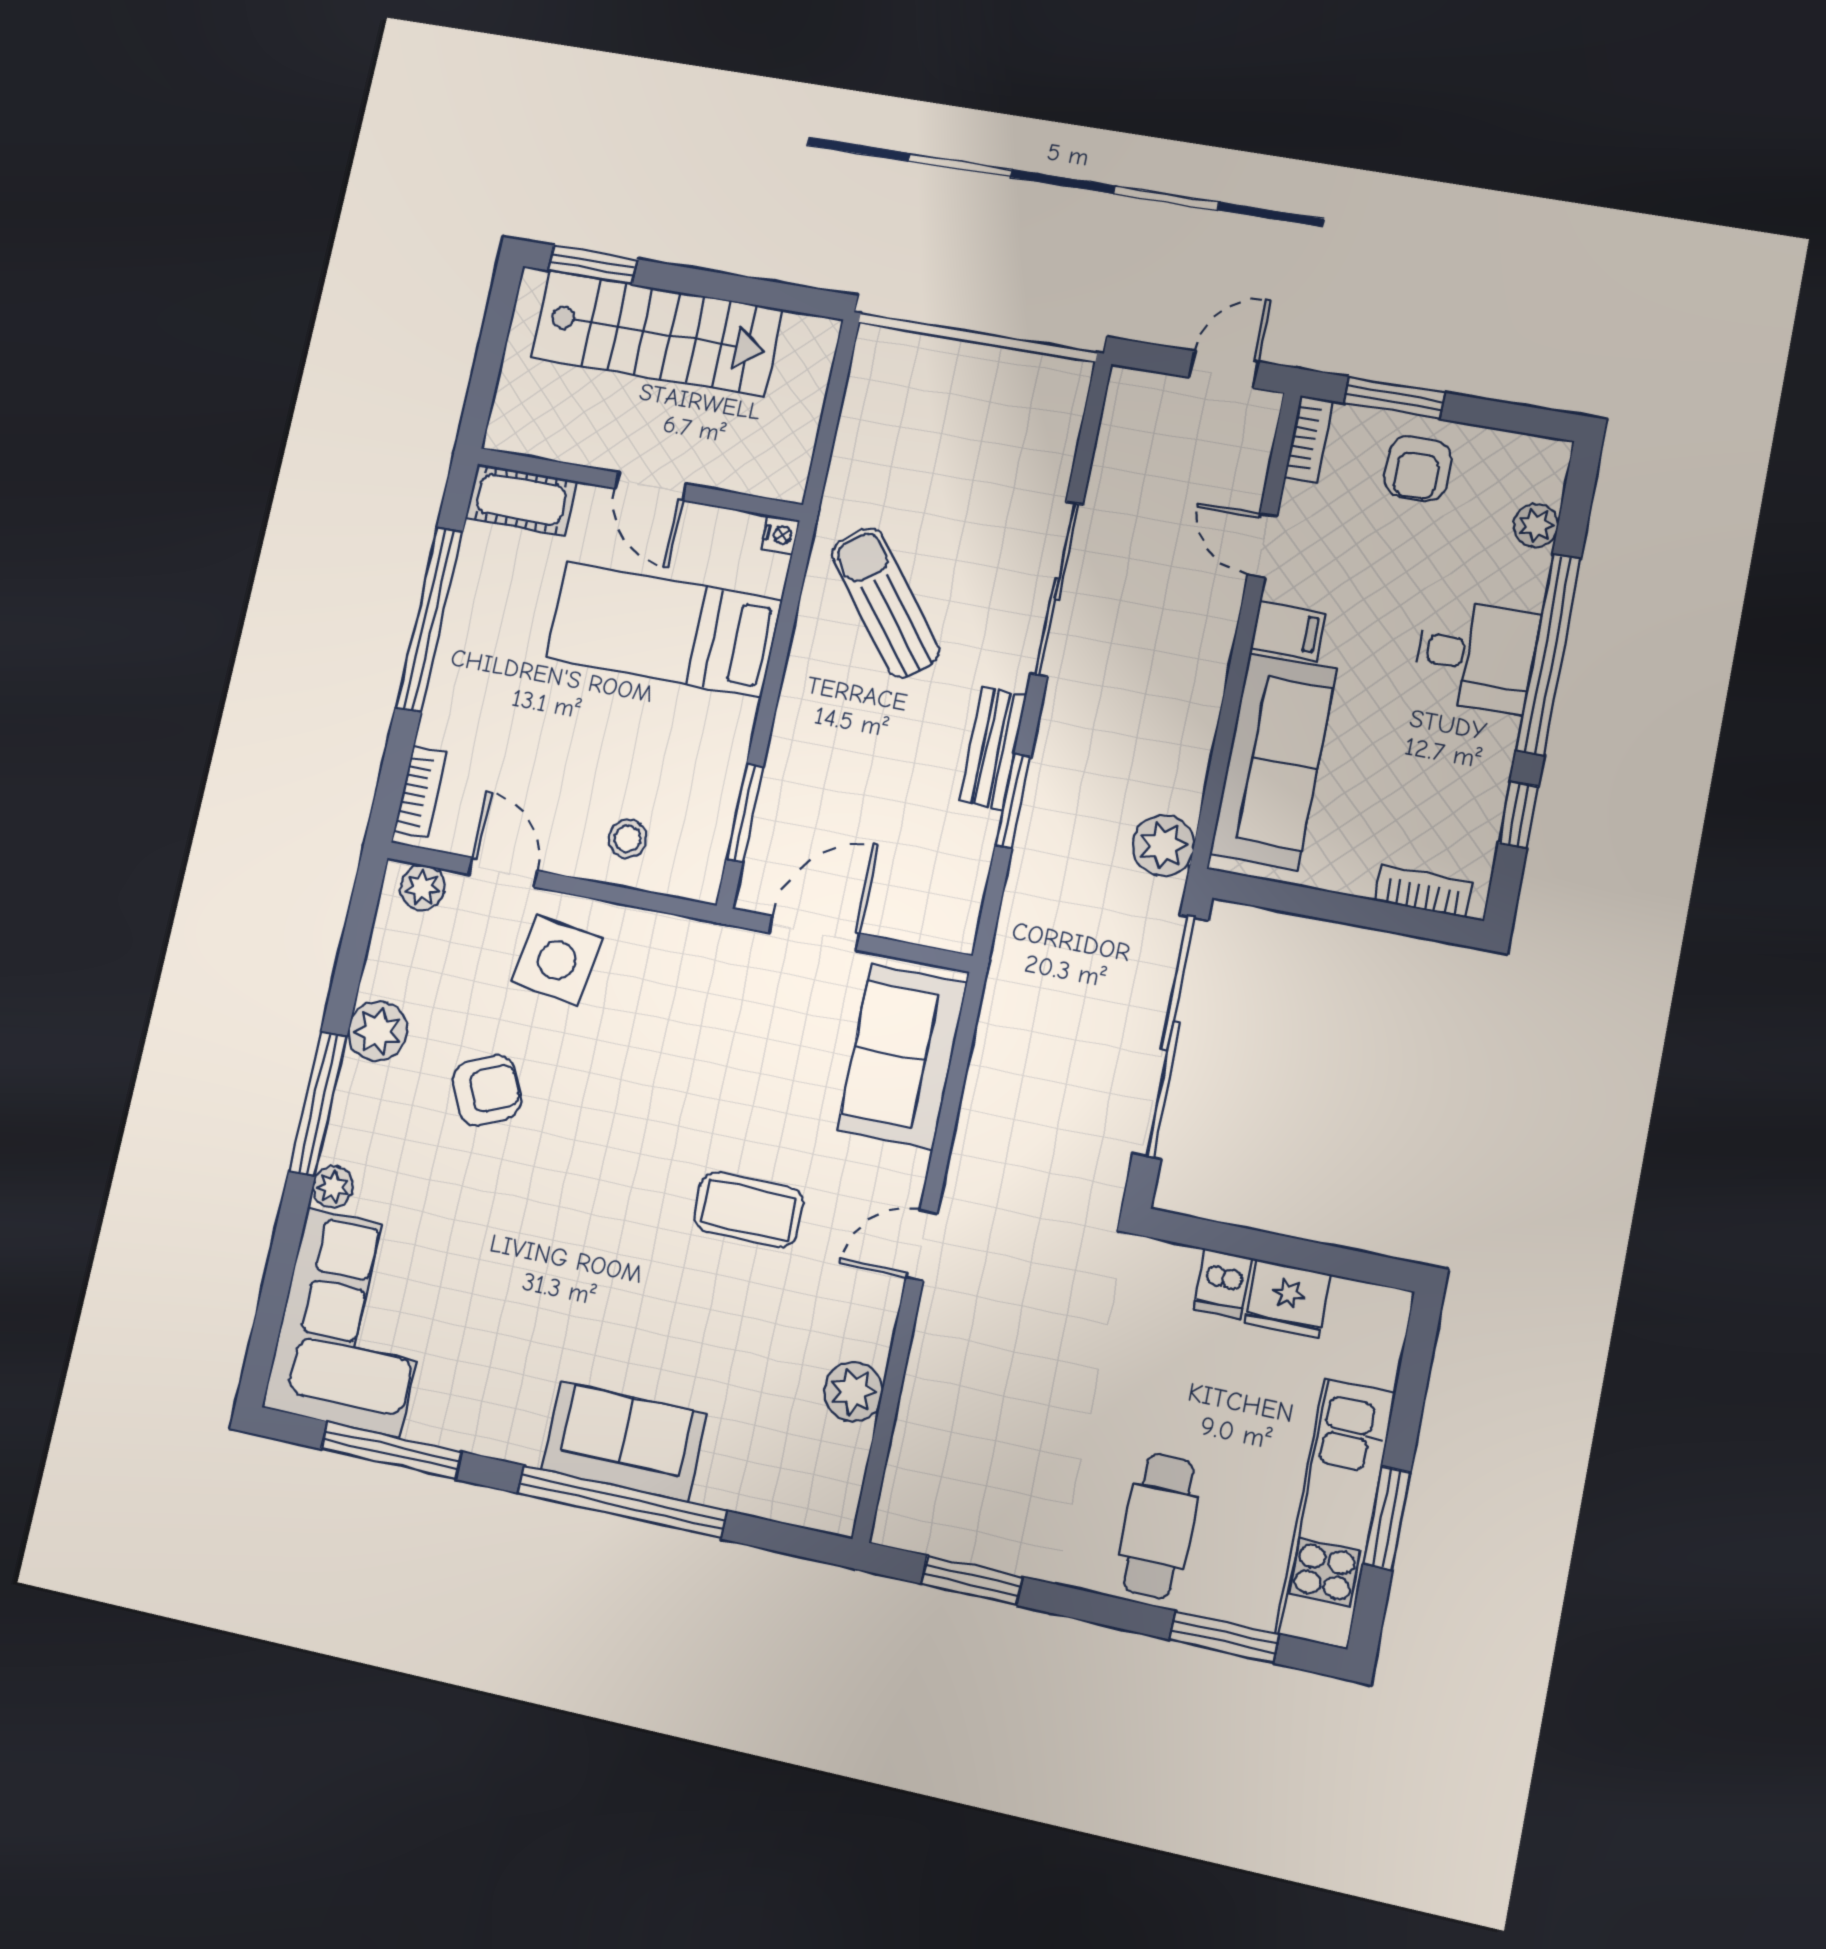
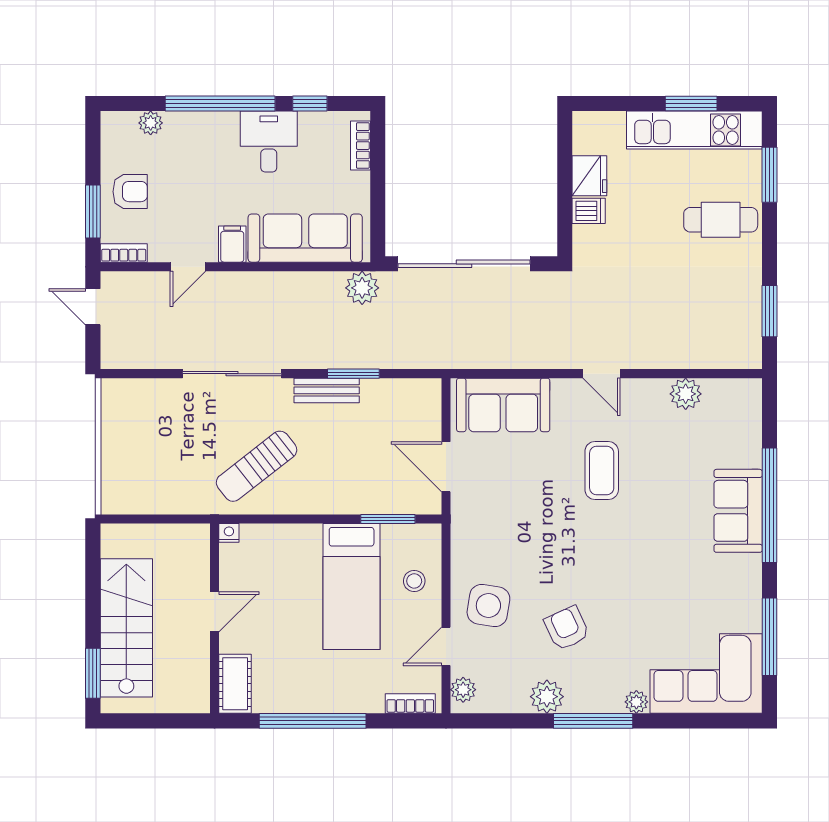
bed: (664, 629) -> (352, 587), moved
desk: (1476, 656) -> (269, 142), moved

